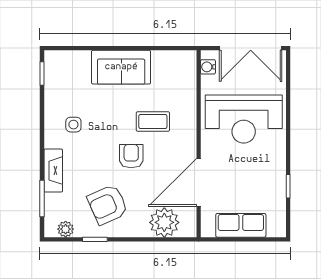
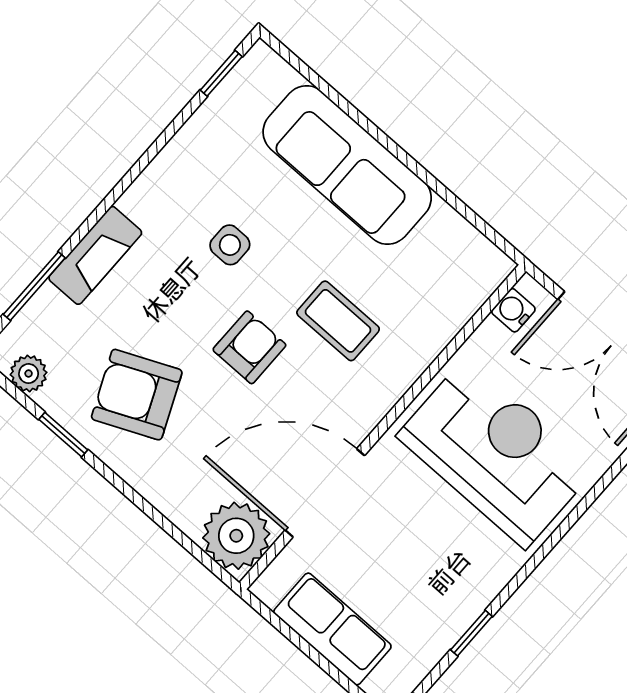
sofa: (121, 67) -> (347, 165), width x1.36
reception desk: (244, 119) -> (496, 452), turned 180
side table: (73, 125) -> (230, 245), moved
plant: (164, 222) -> (236, 536), moved

